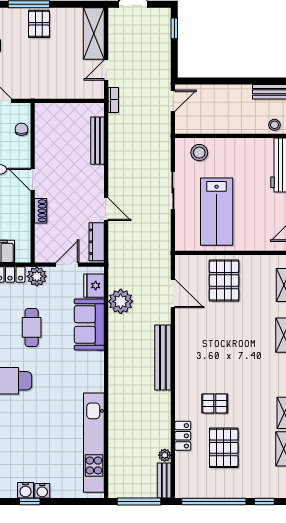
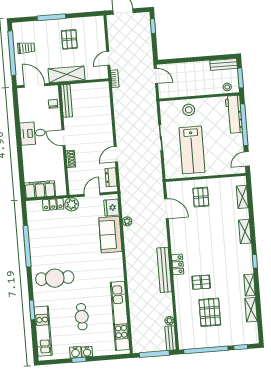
pallet: (39, 24) -> (69, 39), moved
shelving: (94, 33) -> (67, 74), moved, turned 90
door: (173, 101) -> (156, 76), hinge flipped
bench: (98, 141) -> (67, 101), moved
stool: (199, 153) -> (189, 110), moved
door: (106, 209) -> (116, 154), swing flipped
dresser: (97, 242) -> (111, 177), width x0.70
pallet: (224, 281) -> (201, 197), width x0.67, depth x0.71
plant: (121, 301) -> (127, 221), width x0.53, depth x0.53
cafe table: (32, 327) -> (82, 317), moved
bench: (163, 358) -> (164, 270), moved
locker: (183, 436) -> (178, 264), moved

